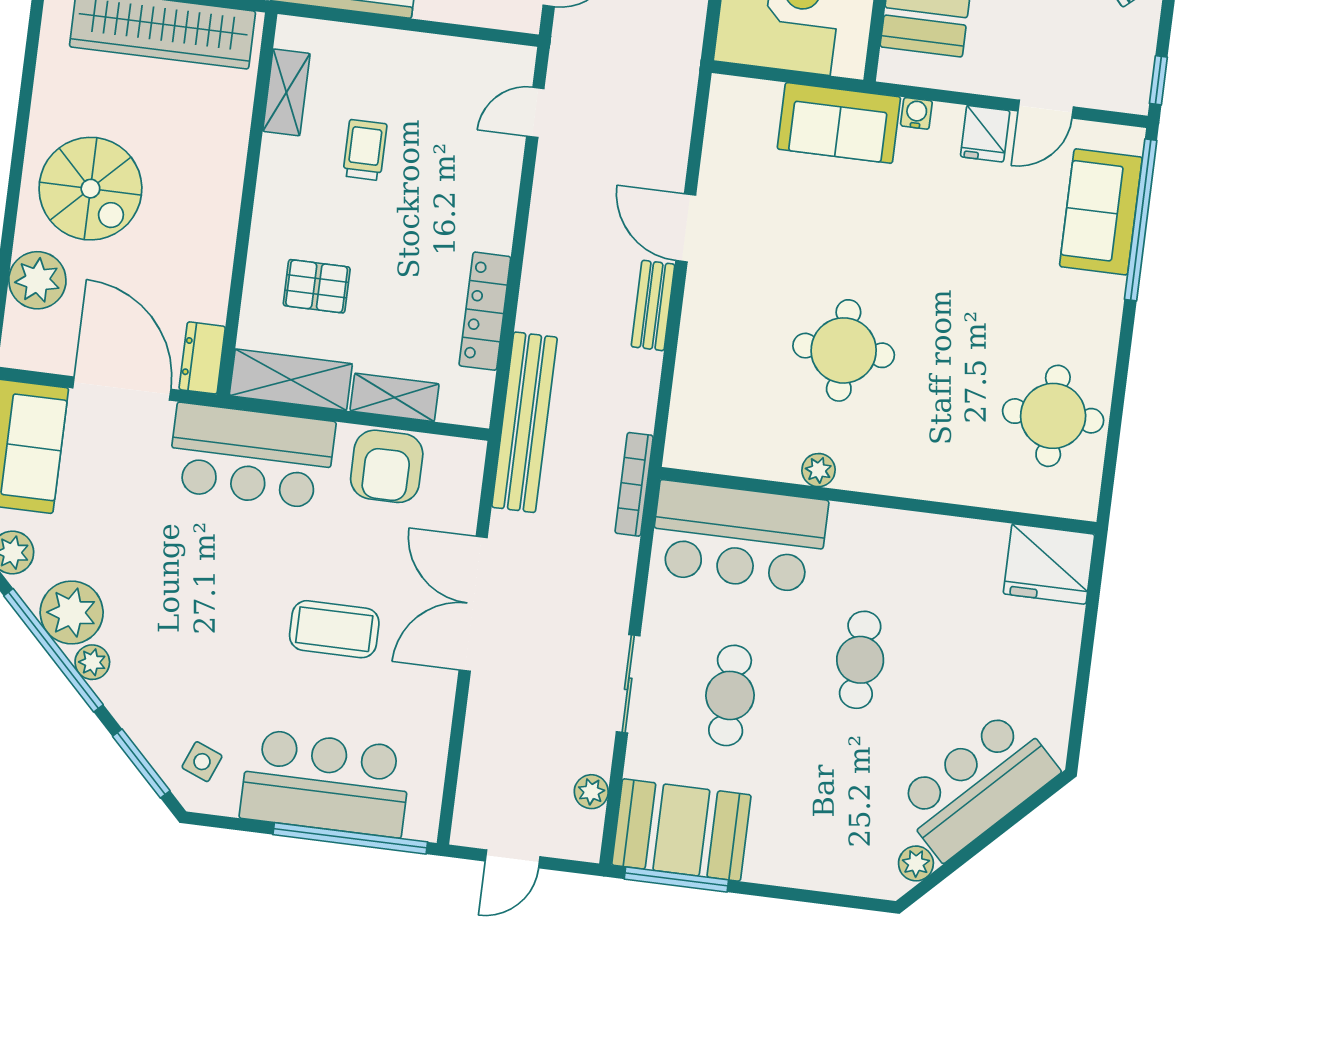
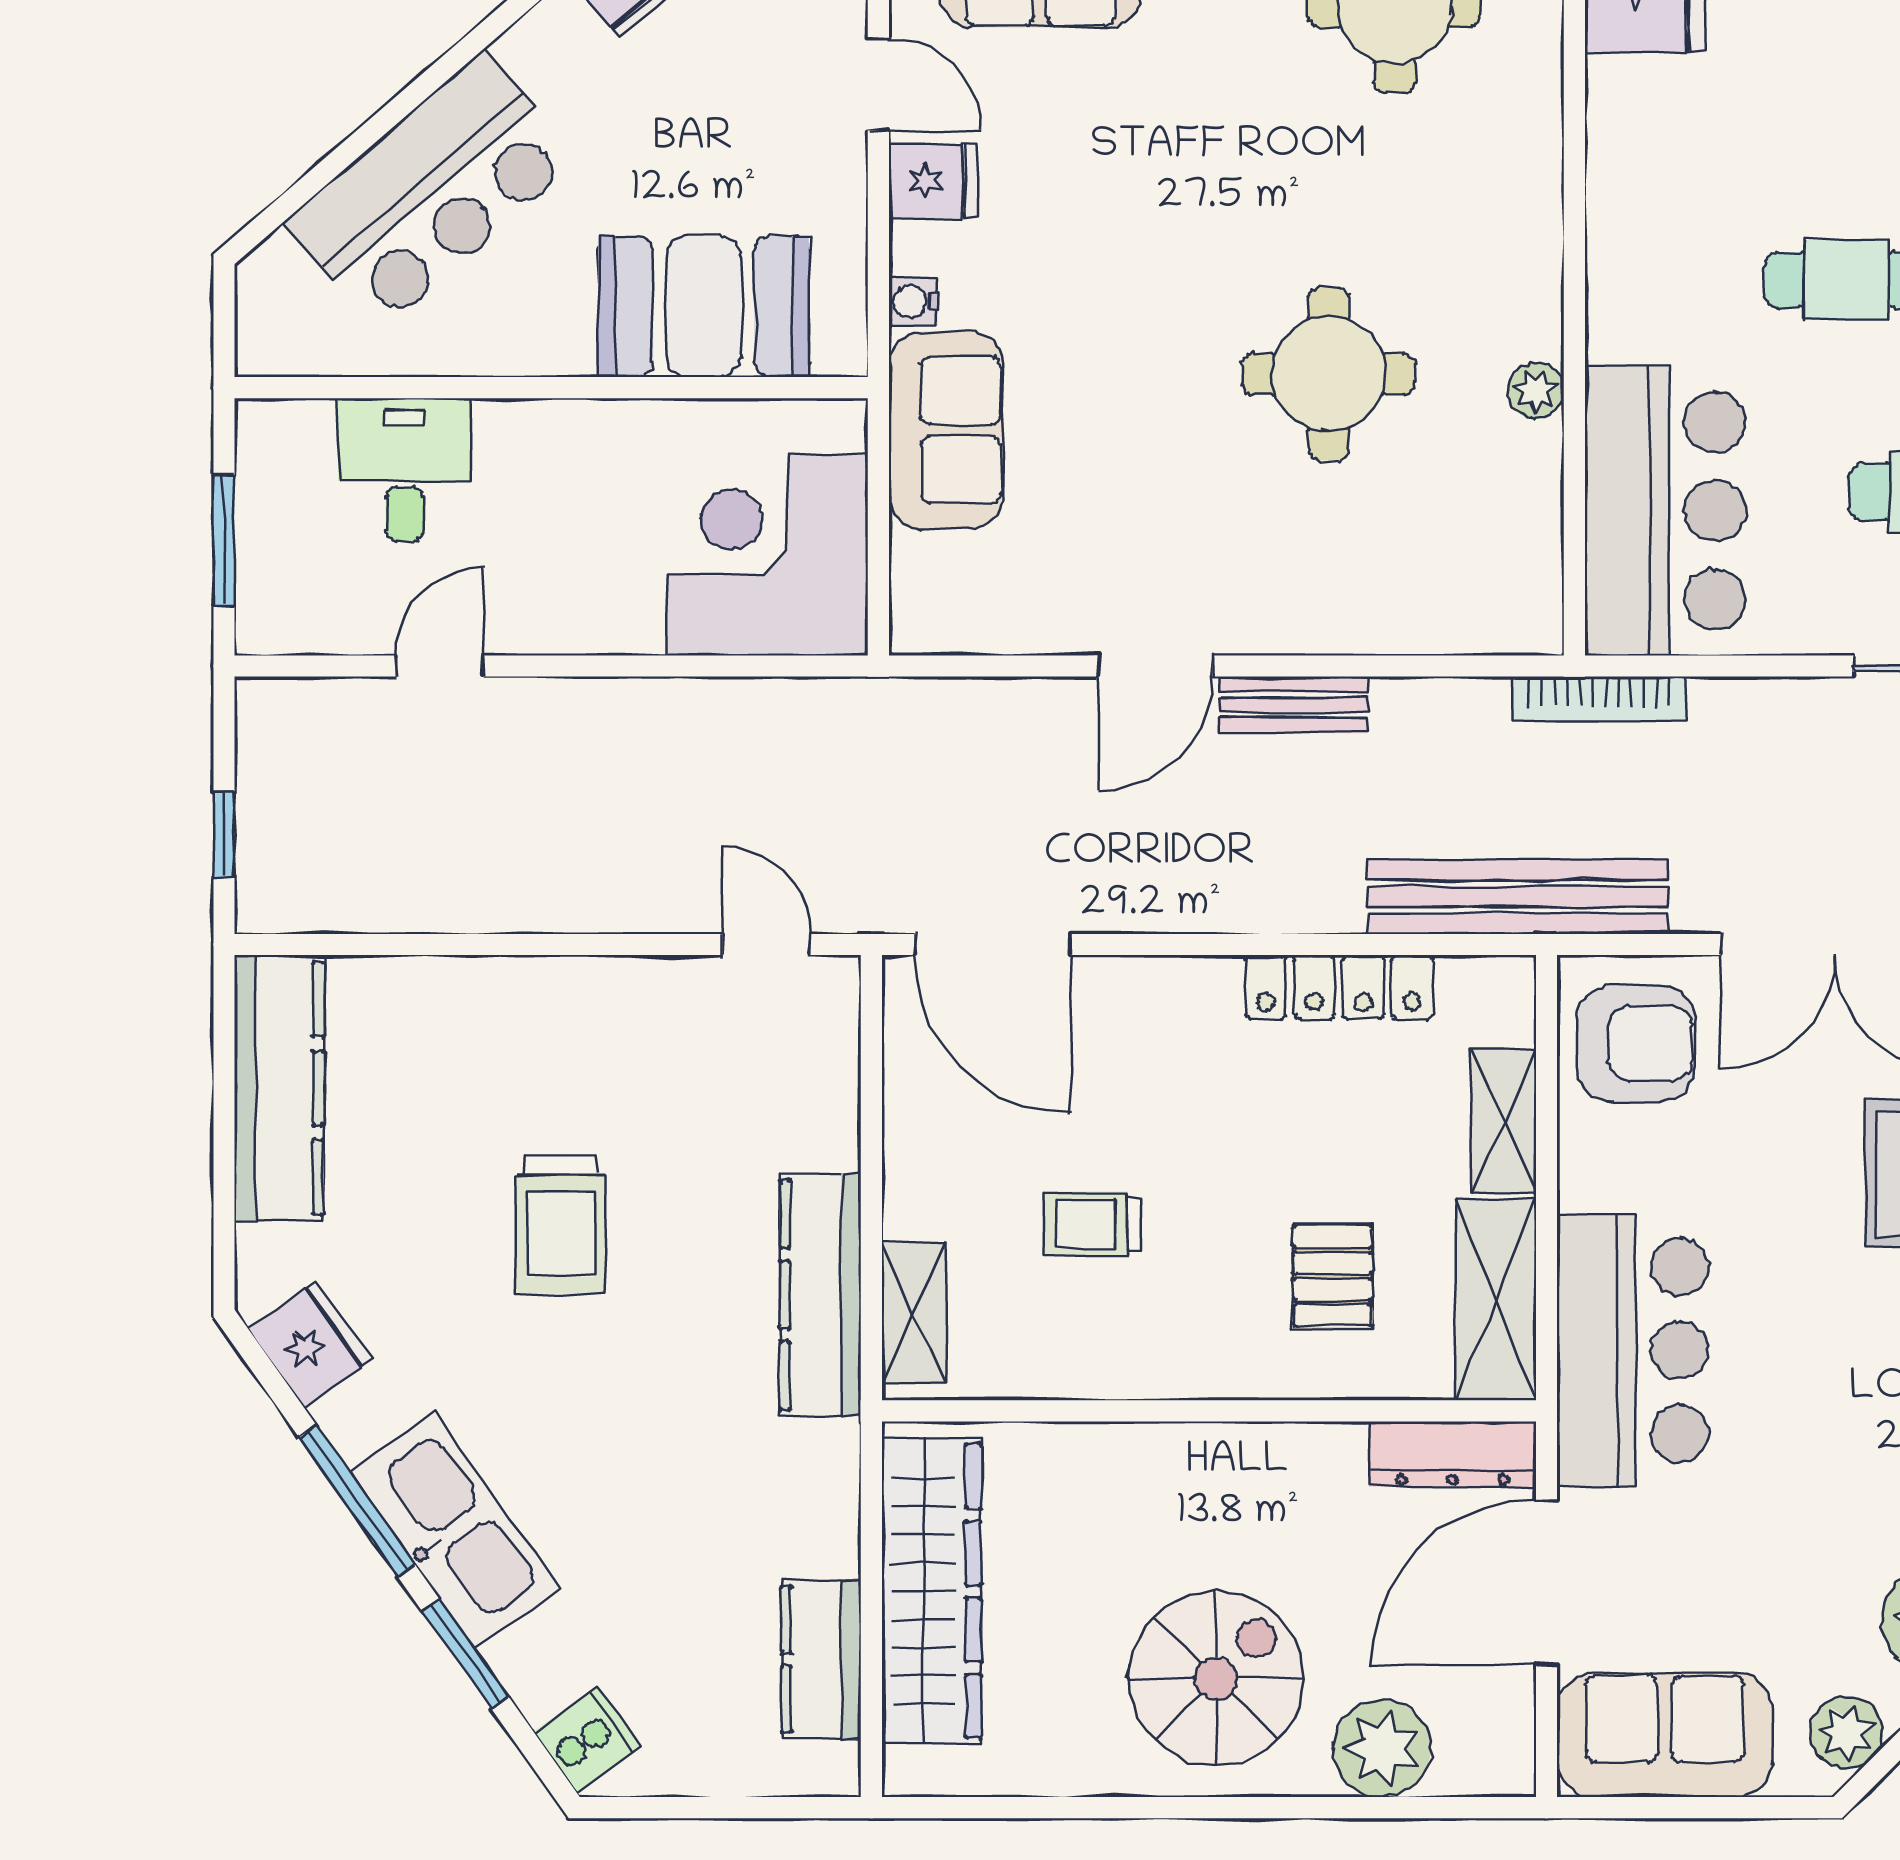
shelving: (286, 92) -> (914, 1313), moved, turned 90
door: (535, 112) -> (993, 944), width x1.87
dresser: (202, 358) -> (1453, 1454), width x1.44
armchair: (387, 466) -> (1636, 1044), moved

